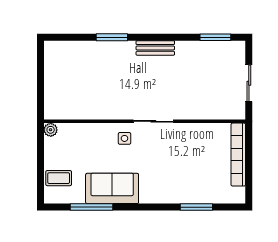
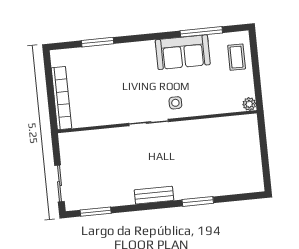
sliding door: (249, 83) -> (59, 184), moved
coffee table: (59, 178) -> (237, 57), turned 90

